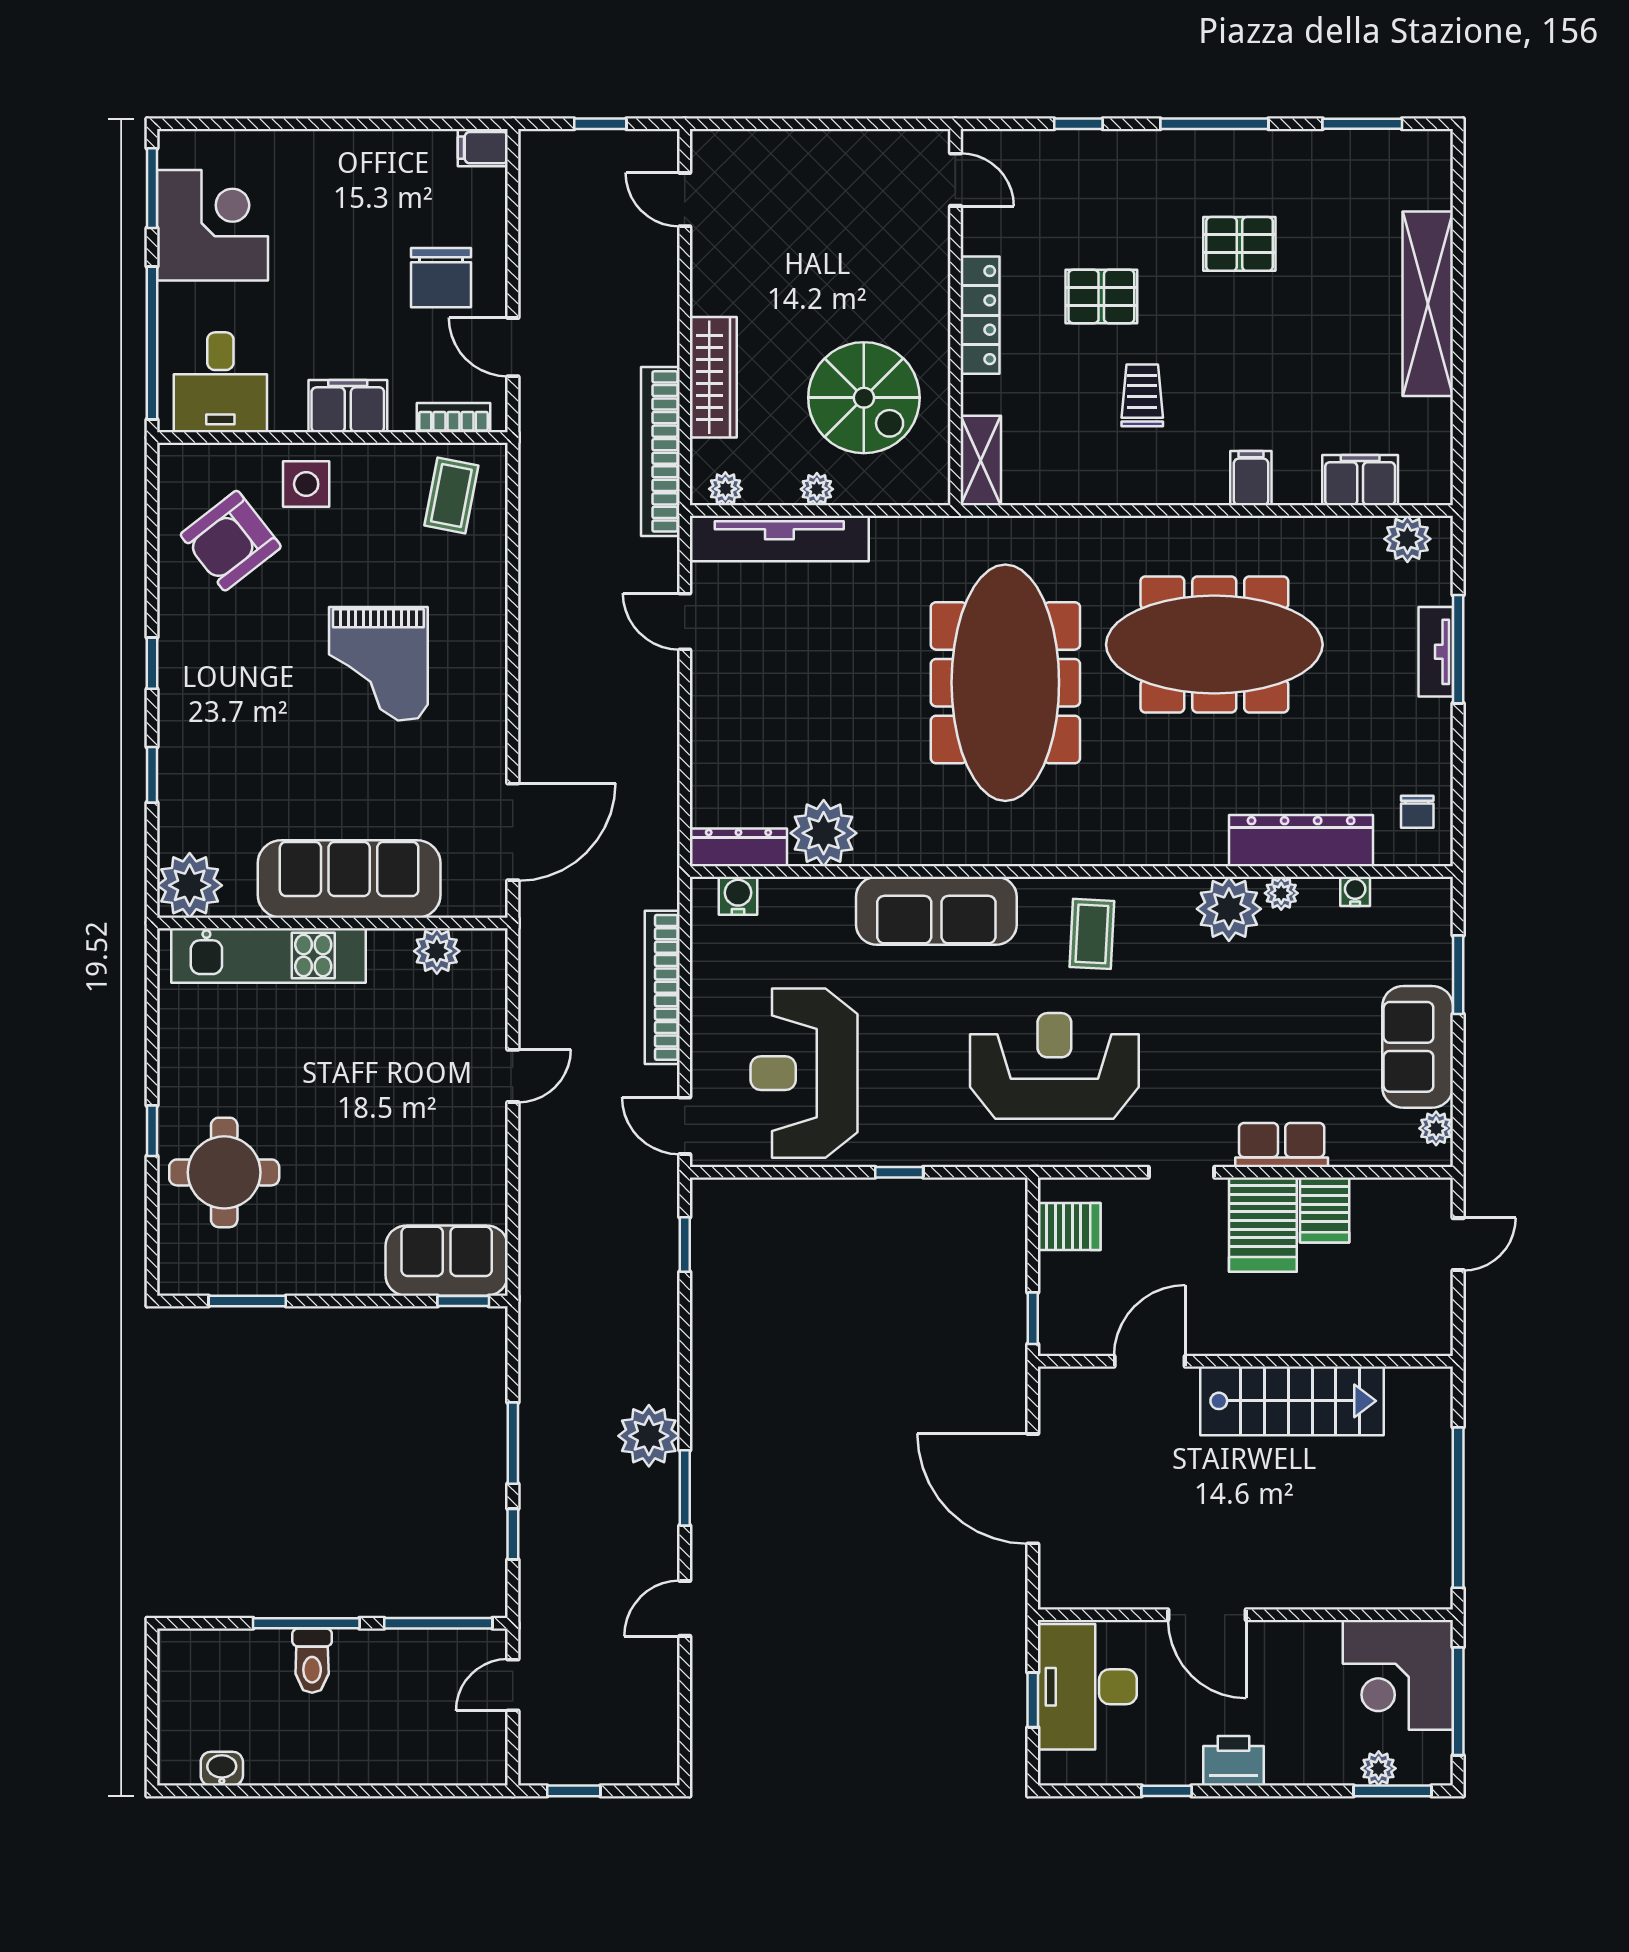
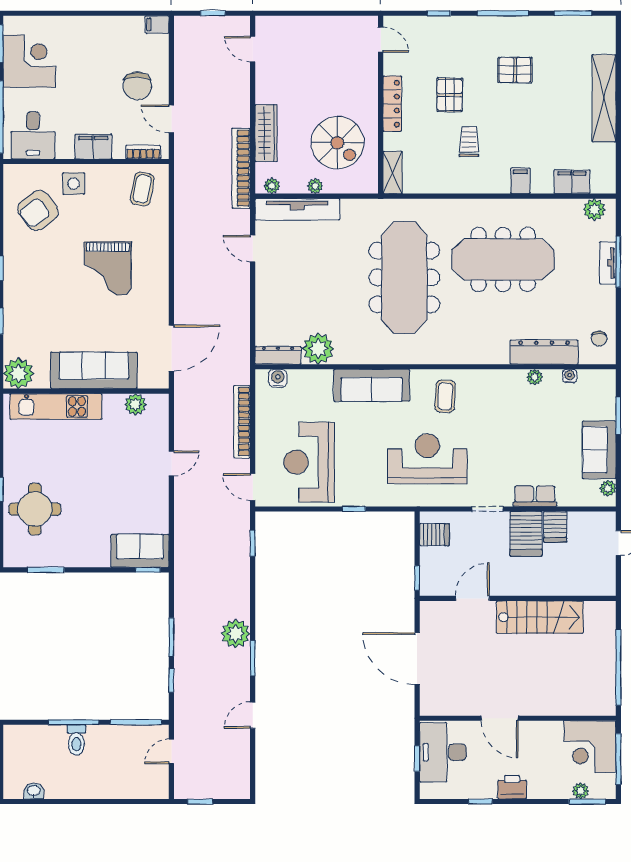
pallet: (1101, 297) -> (450, 95), turned 90
plant: (1229, 909) -> (510, 384), removed

